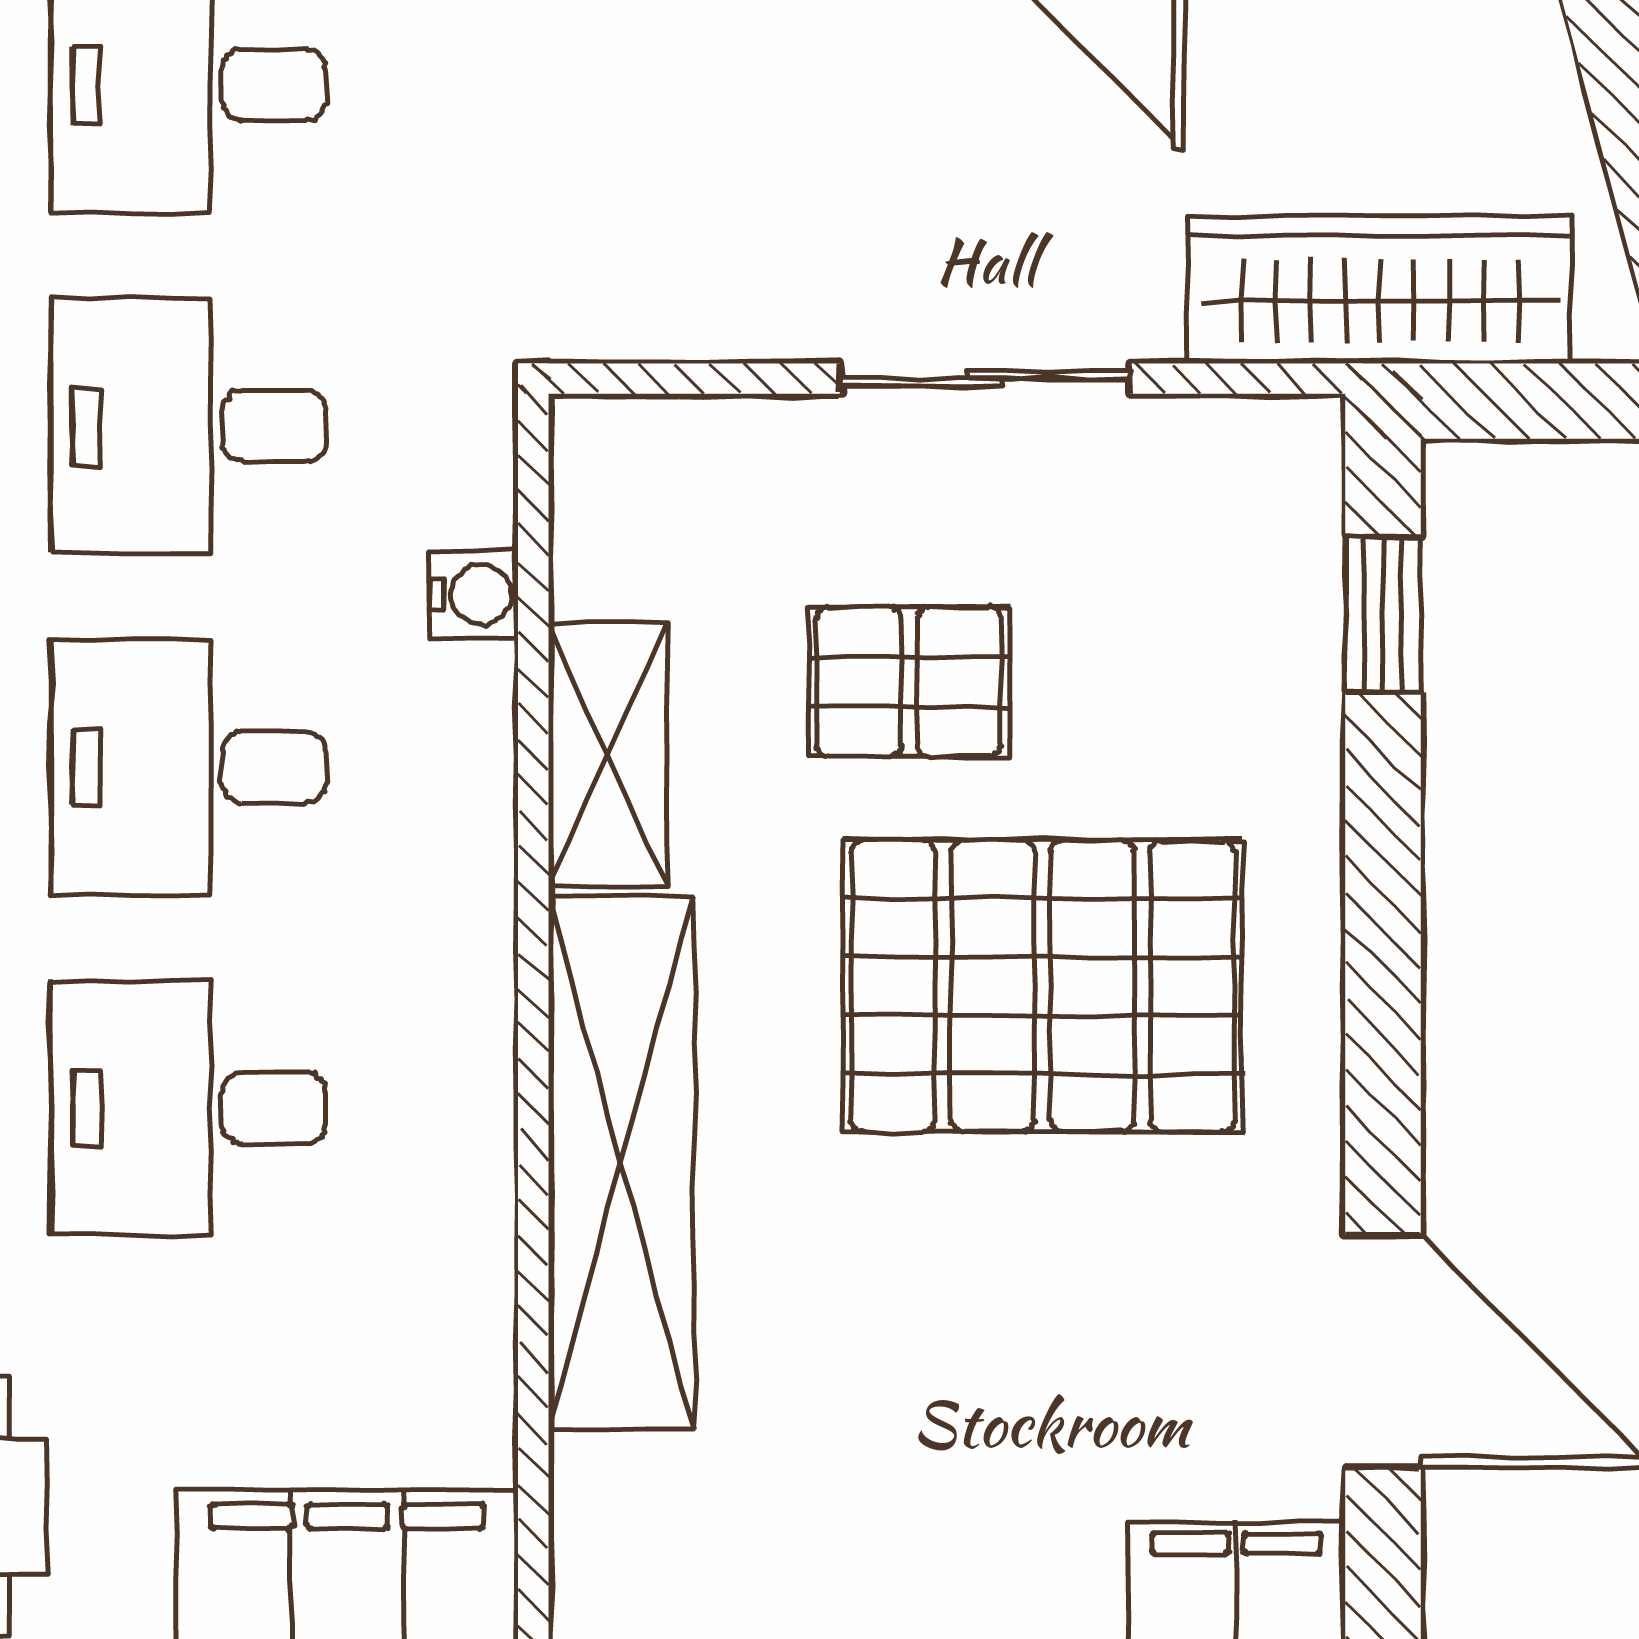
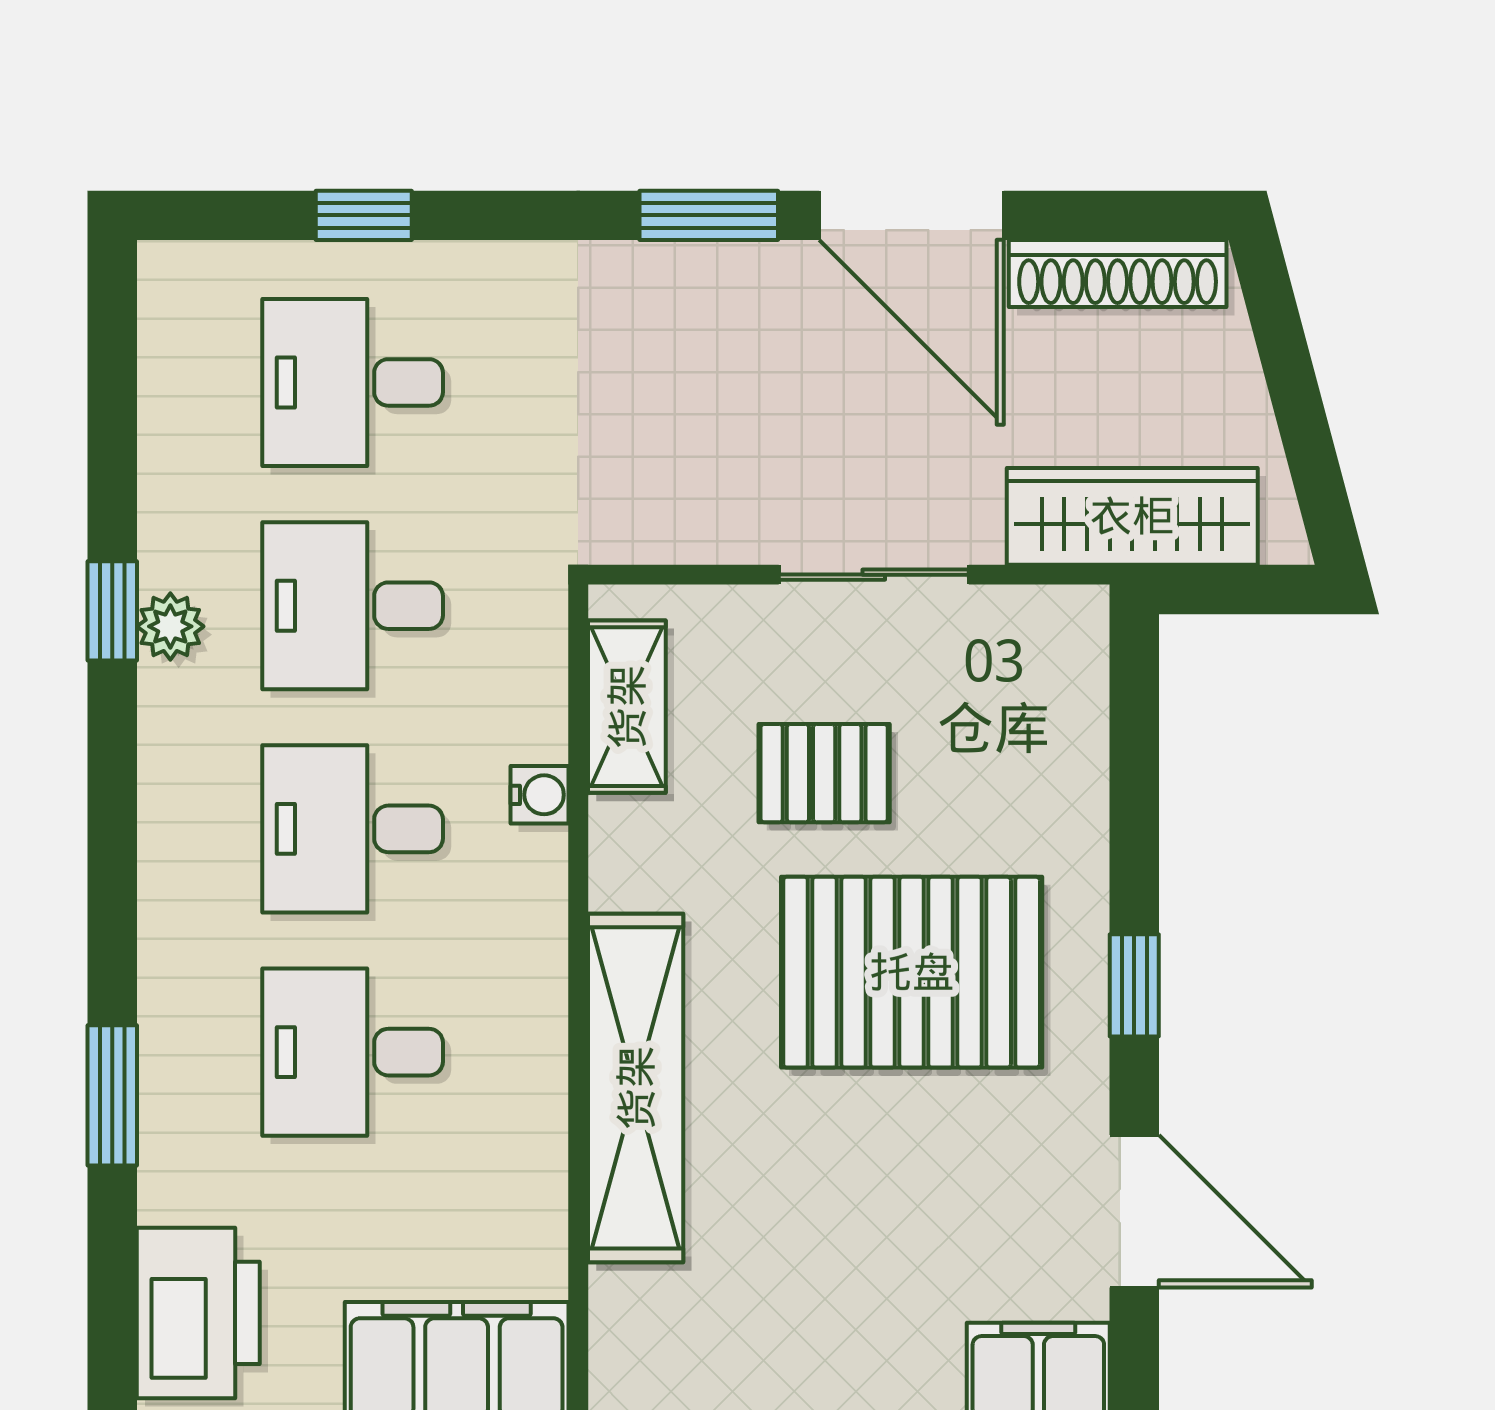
water cooler: (474, 594) -> (539, 795), moved
window: (1383, 614) -> (1134, 985), moved
shelving: (608, 755) -> (627, 707), moved

